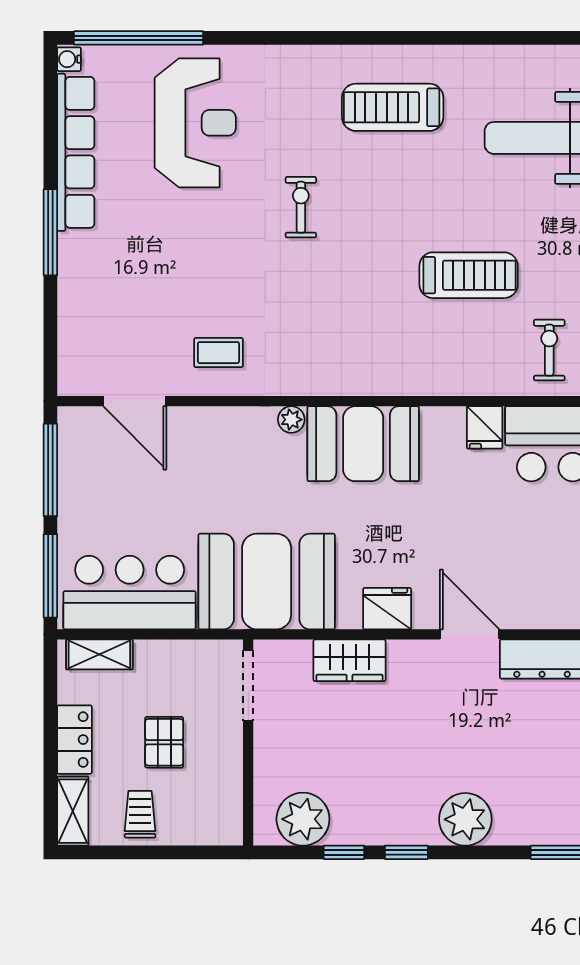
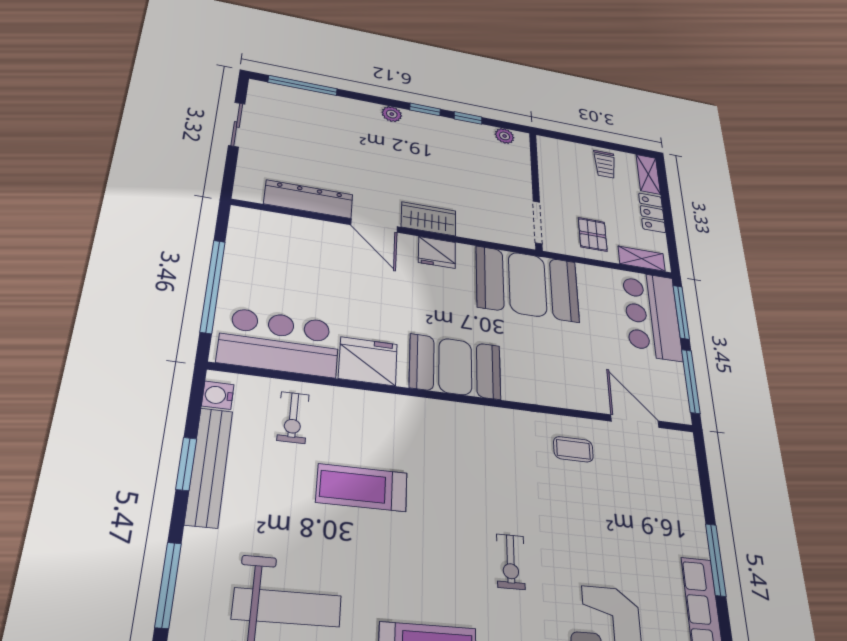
plant: (291, 420) -> (513, 392), removed
fridge: (485, 427) -> (368, 361), width x1.88, depth x1.34
bar counter: (130, 593) -> (652, 315), moved, turned 90
wardrobe: (349, 660) -> (429, 219), moved
pallet: (164, 742) -> (593, 234), moved
plant: (303, 819) -> (505, 136), width x0.53, depth x0.53
plant: (465, 819) -> (392, 114), width x0.53, depth x0.53

